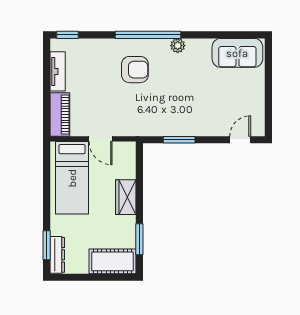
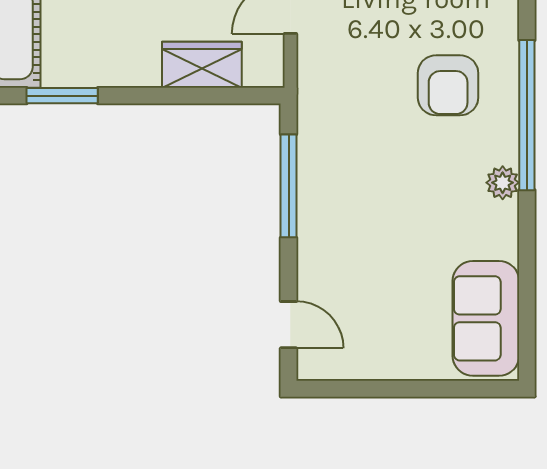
window: (179, 140) -> (289, 186), width x1.44
wardrobe: (126, 197) -> (202, 65), moved

